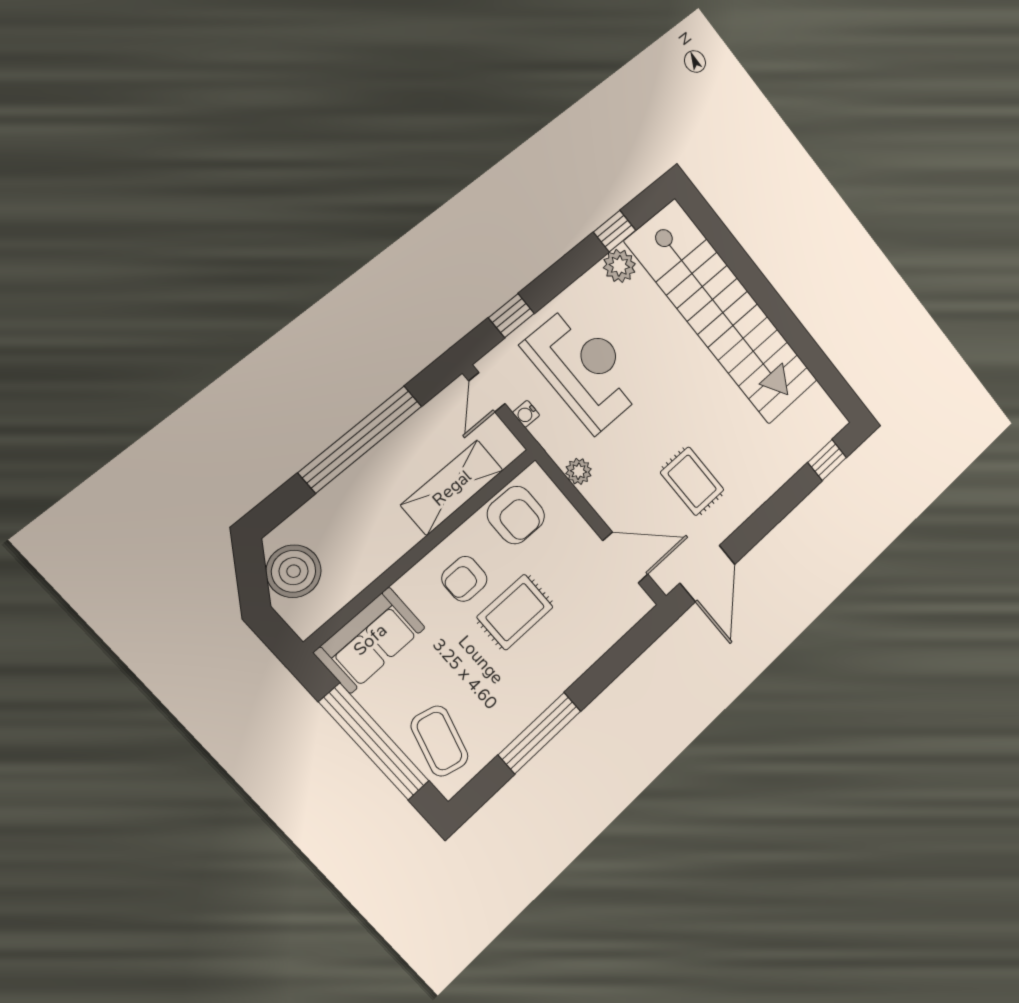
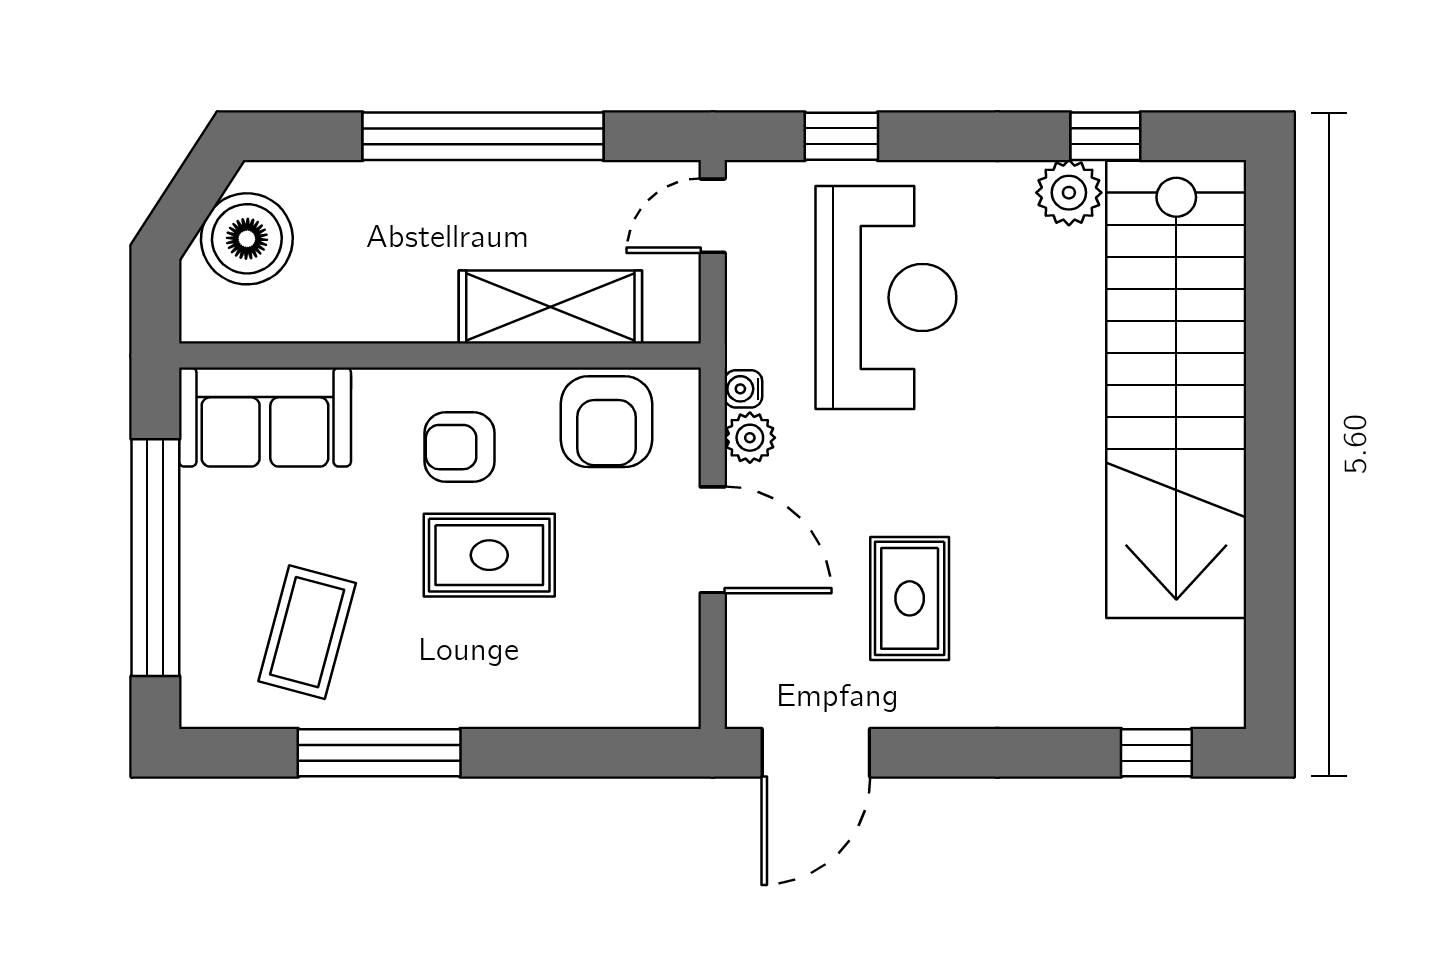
water cooler: (526, 414) -> (743, 389), moved
door: (625, 558) -> (713, 540), moved
coffee table: (440, 741) -> (307, 632), moved

